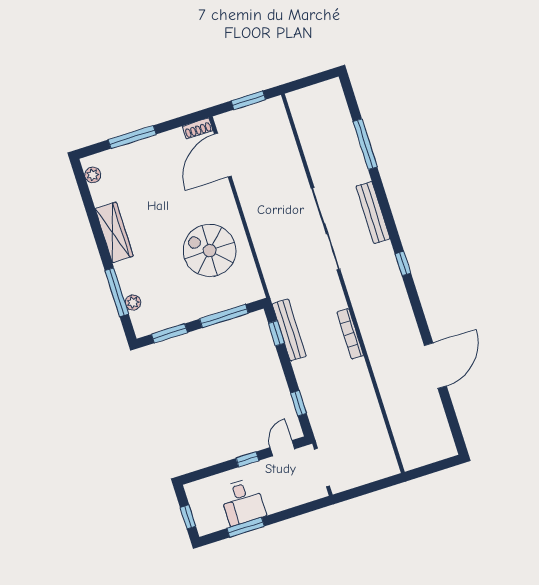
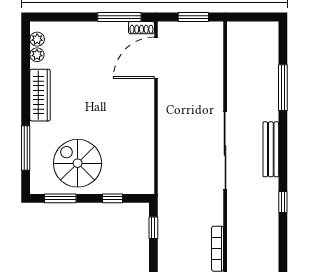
window: (132, 137) -> (119, 17), moved
spiral stairs: (210, 250) -> (78, 163), moved
plant: (133, 303) -> (37, 55), moved
window: (224, 316) -> (112, 198), width x0.46
bench: (289, 330) -> (165, 228), removed

